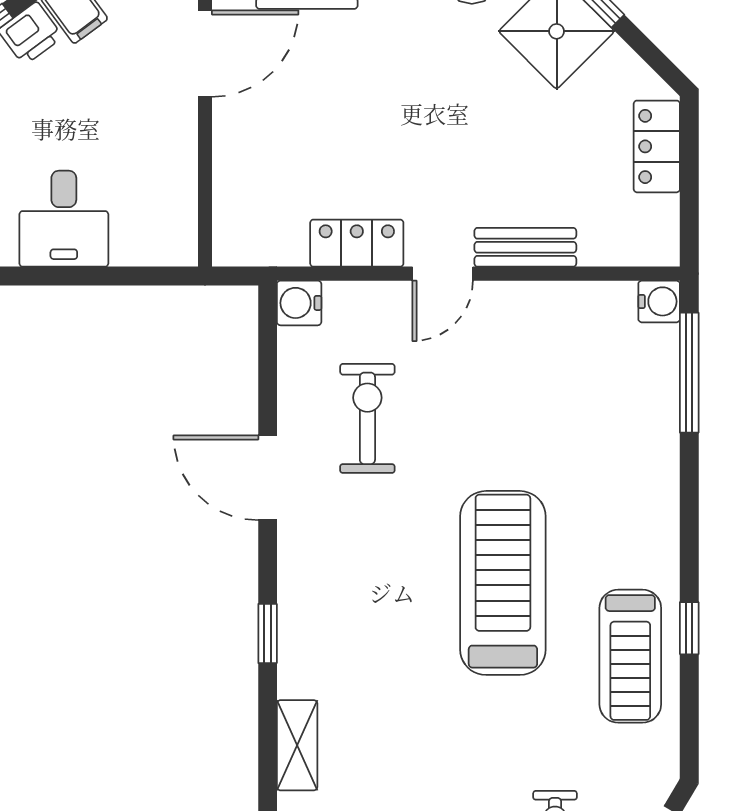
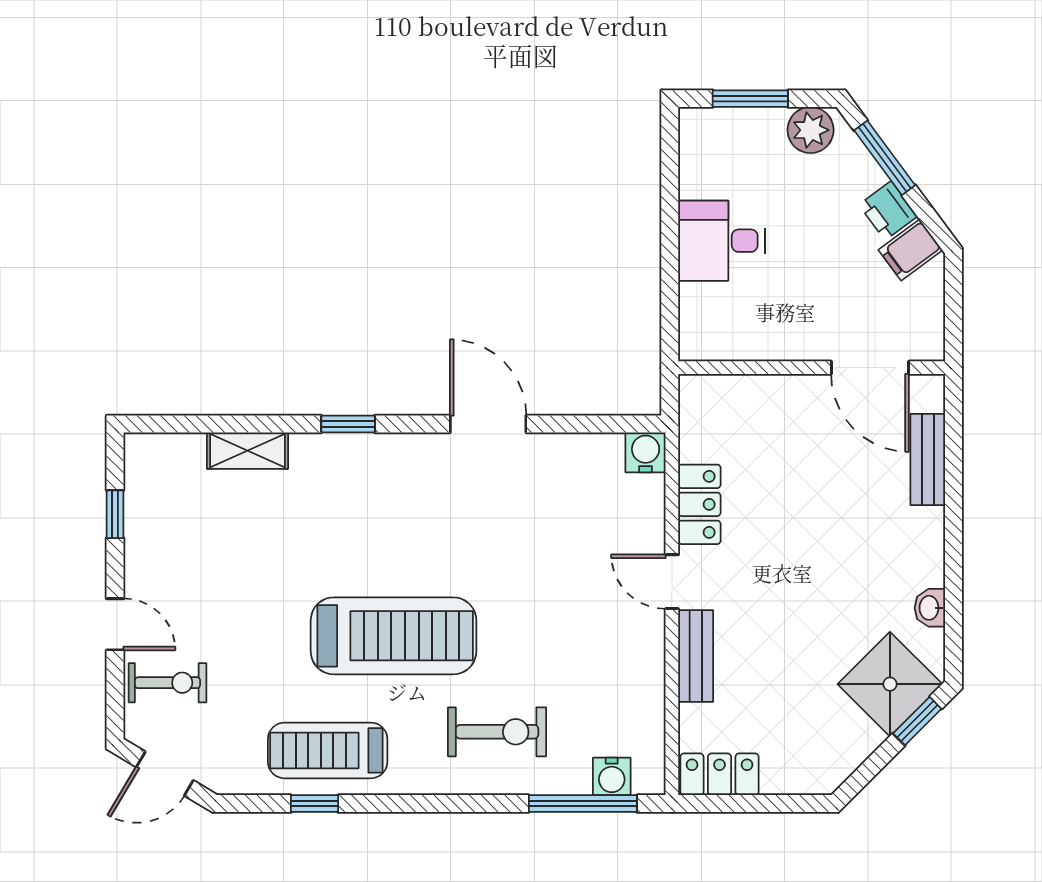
locker: (657, 146) -> (719, 774), moved
water cooler: (659, 301) -> (612, 776), moved
exercise bike: (367, 418) -> (497, 732), moved
door: (268, 478) -> (488, 424), hinge flipped
window: (689, 628) -> (314, 804), moved

